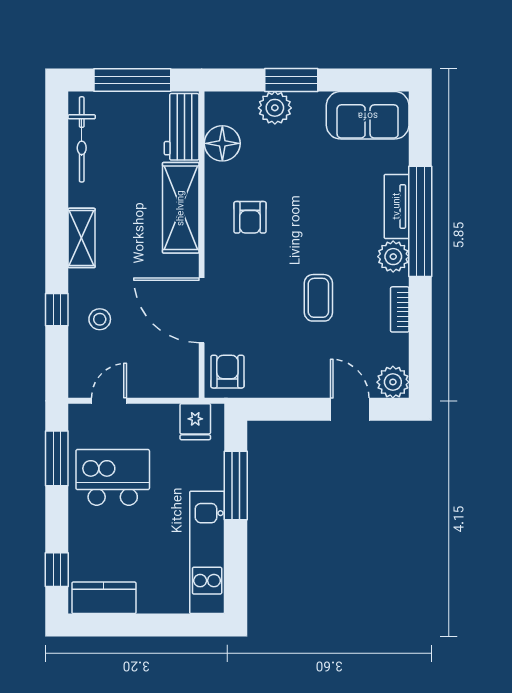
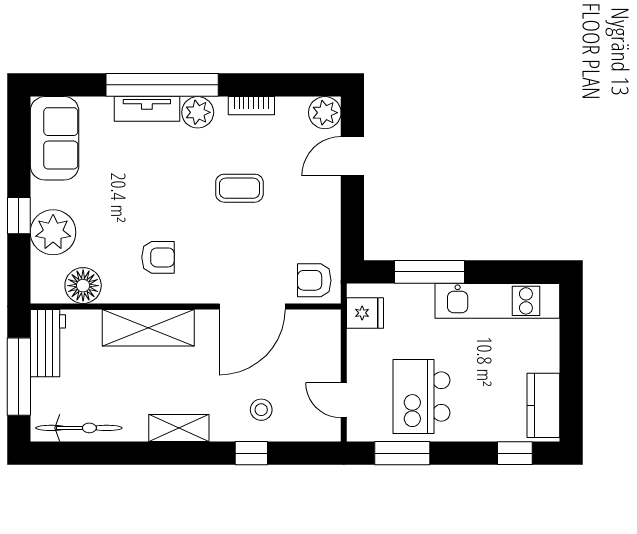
window: (291, 80) -> (19, 216), width x0.67
plant: (275, 108) -> (53, 232), width x1.36, depth x1.36
workbench: (182, 127) -> (48, 343), moved, turned -90

